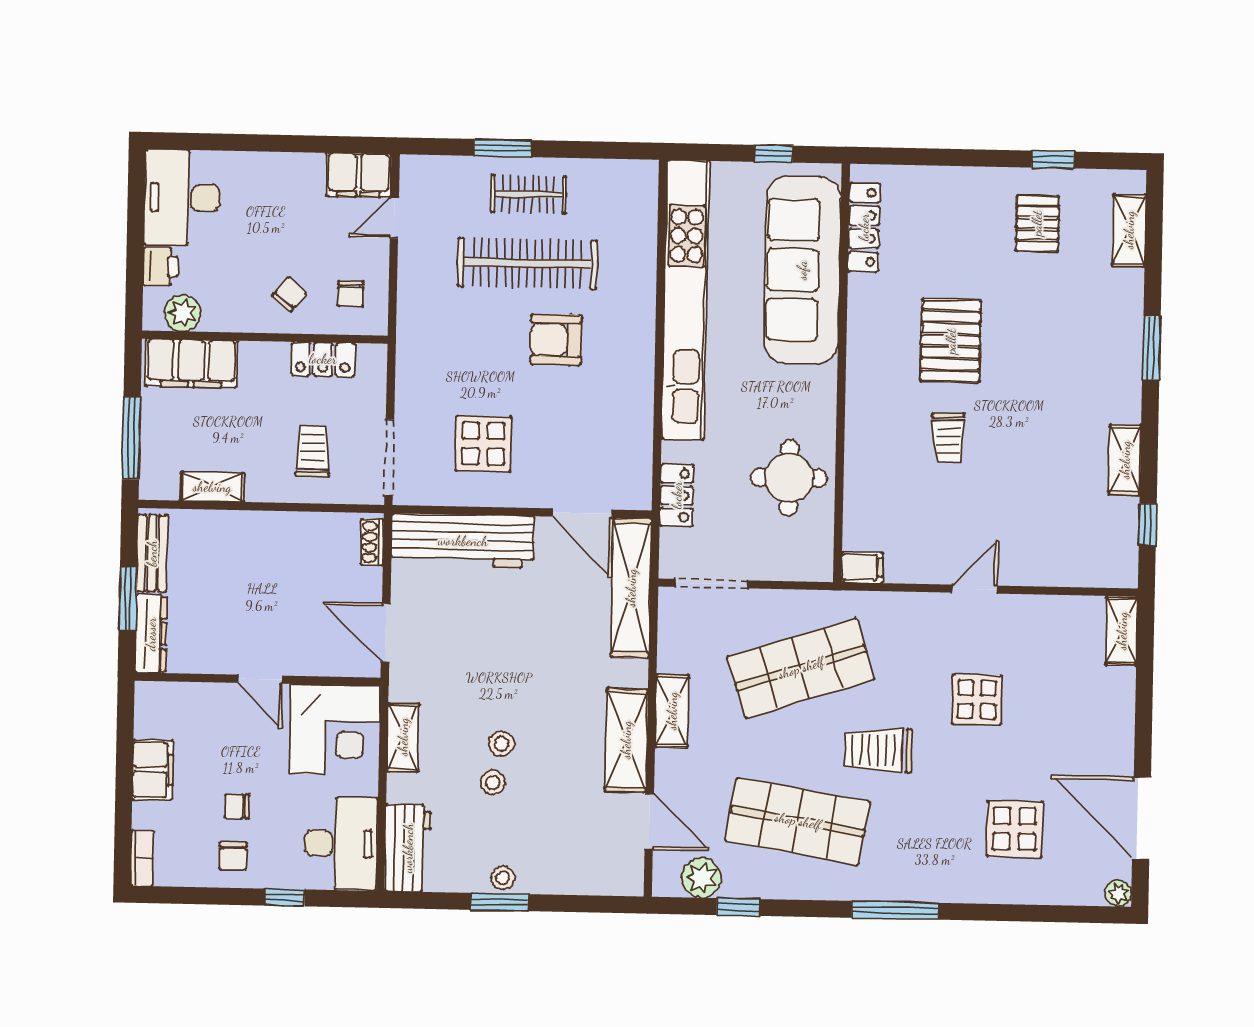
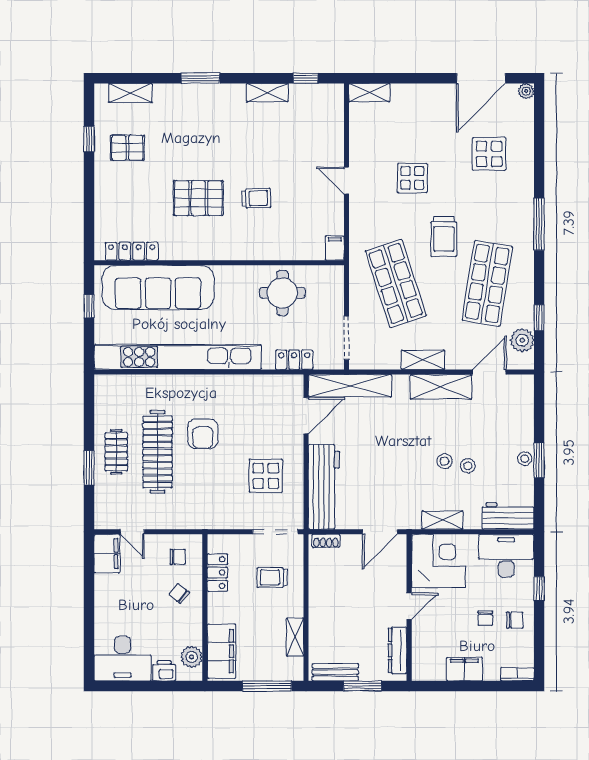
dresser: (151, 634) -> (398, 650), moved, turned -90

